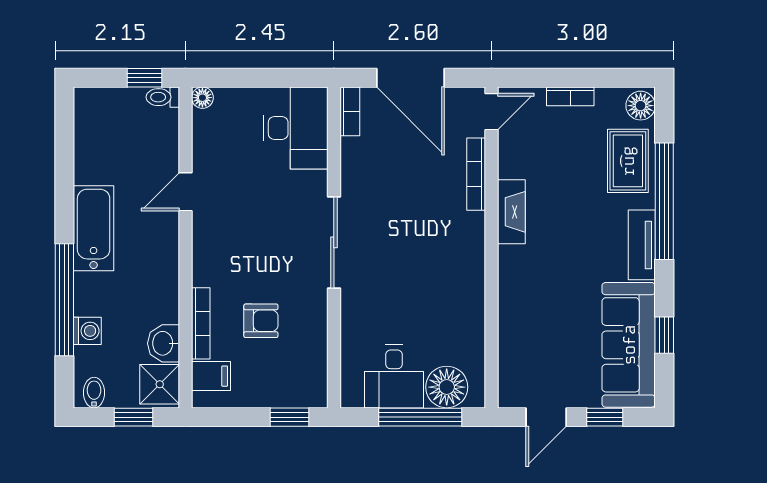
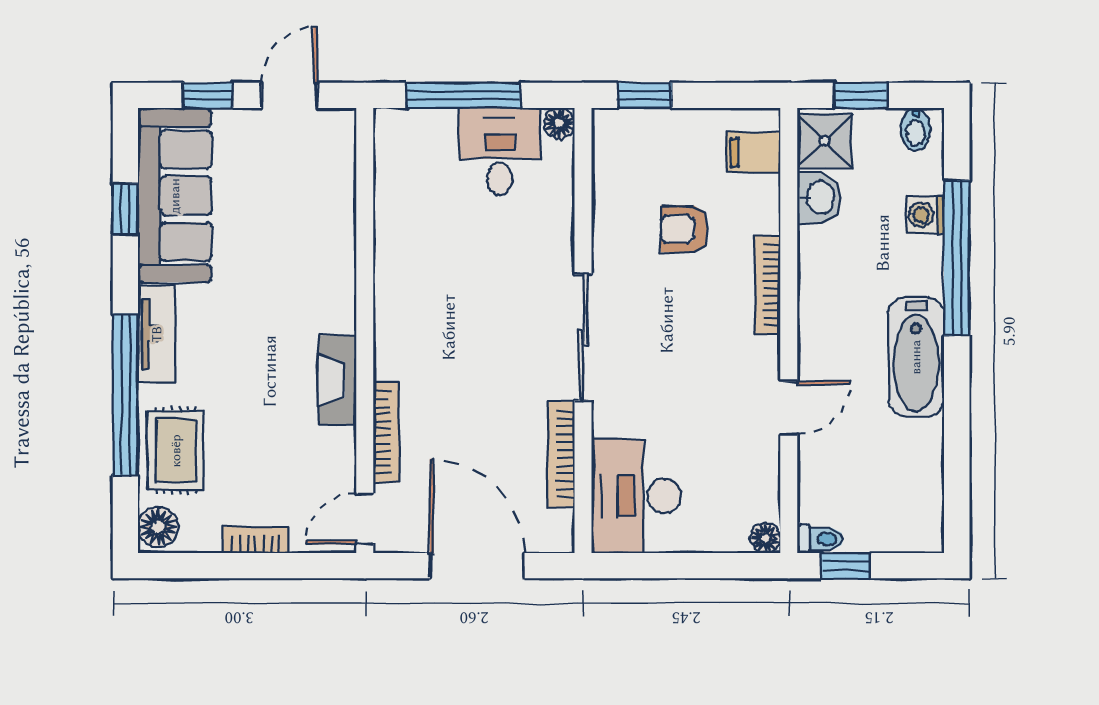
bookcase: (350, 111) -> (561, 454), moved, width x1.56
bookcase: (201, 323) -> (768, 285), moved
floor lamp: (447, 387) -> (559, 123), moved, width x0.53, depth x0.53

